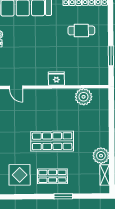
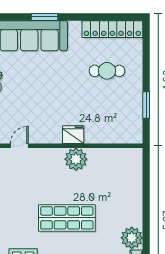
door: (16, 87) -> (19, 146), swing flipped
plant: (84, 97) -> (76, 159), moved

